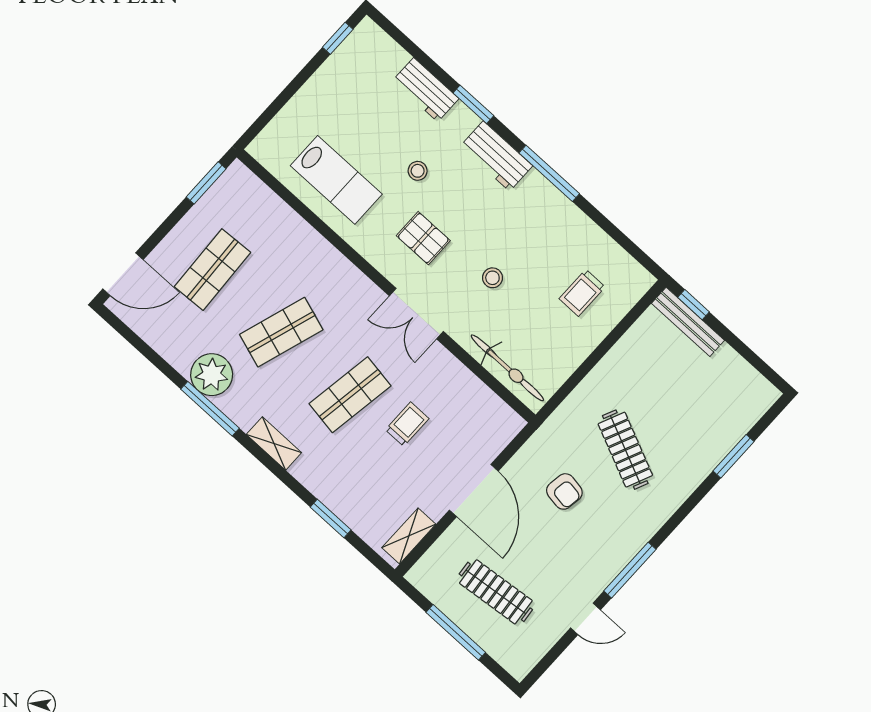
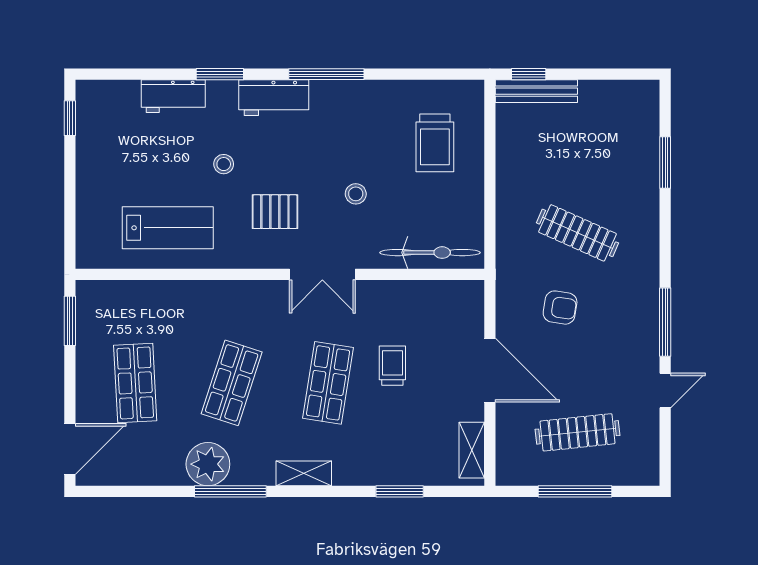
trolley: (582, 293) -> (435, 143), width x1.36, depth x1.39

